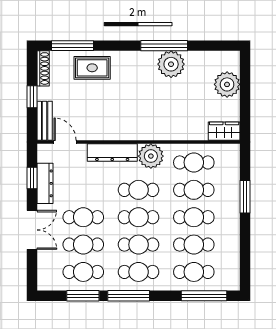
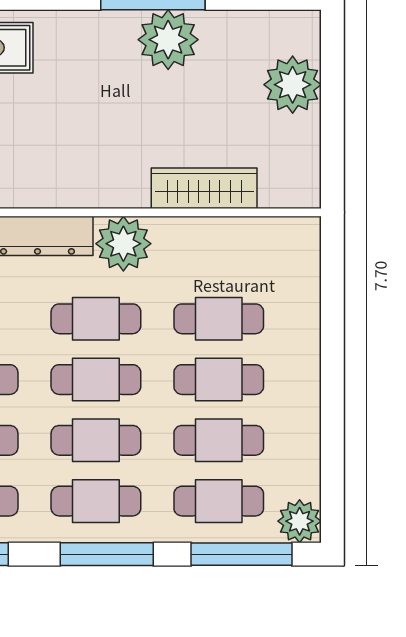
wardrobe: (224, 131) -> (204, 188), moved, width x1.50
cafe table: (194, 162) -> (219, 258), removed
window: (245, 197) -> (332, 334), removed
plant: (230, 281) -> (300, 521), added
window: (129, 296) -> (107, 554), moved

